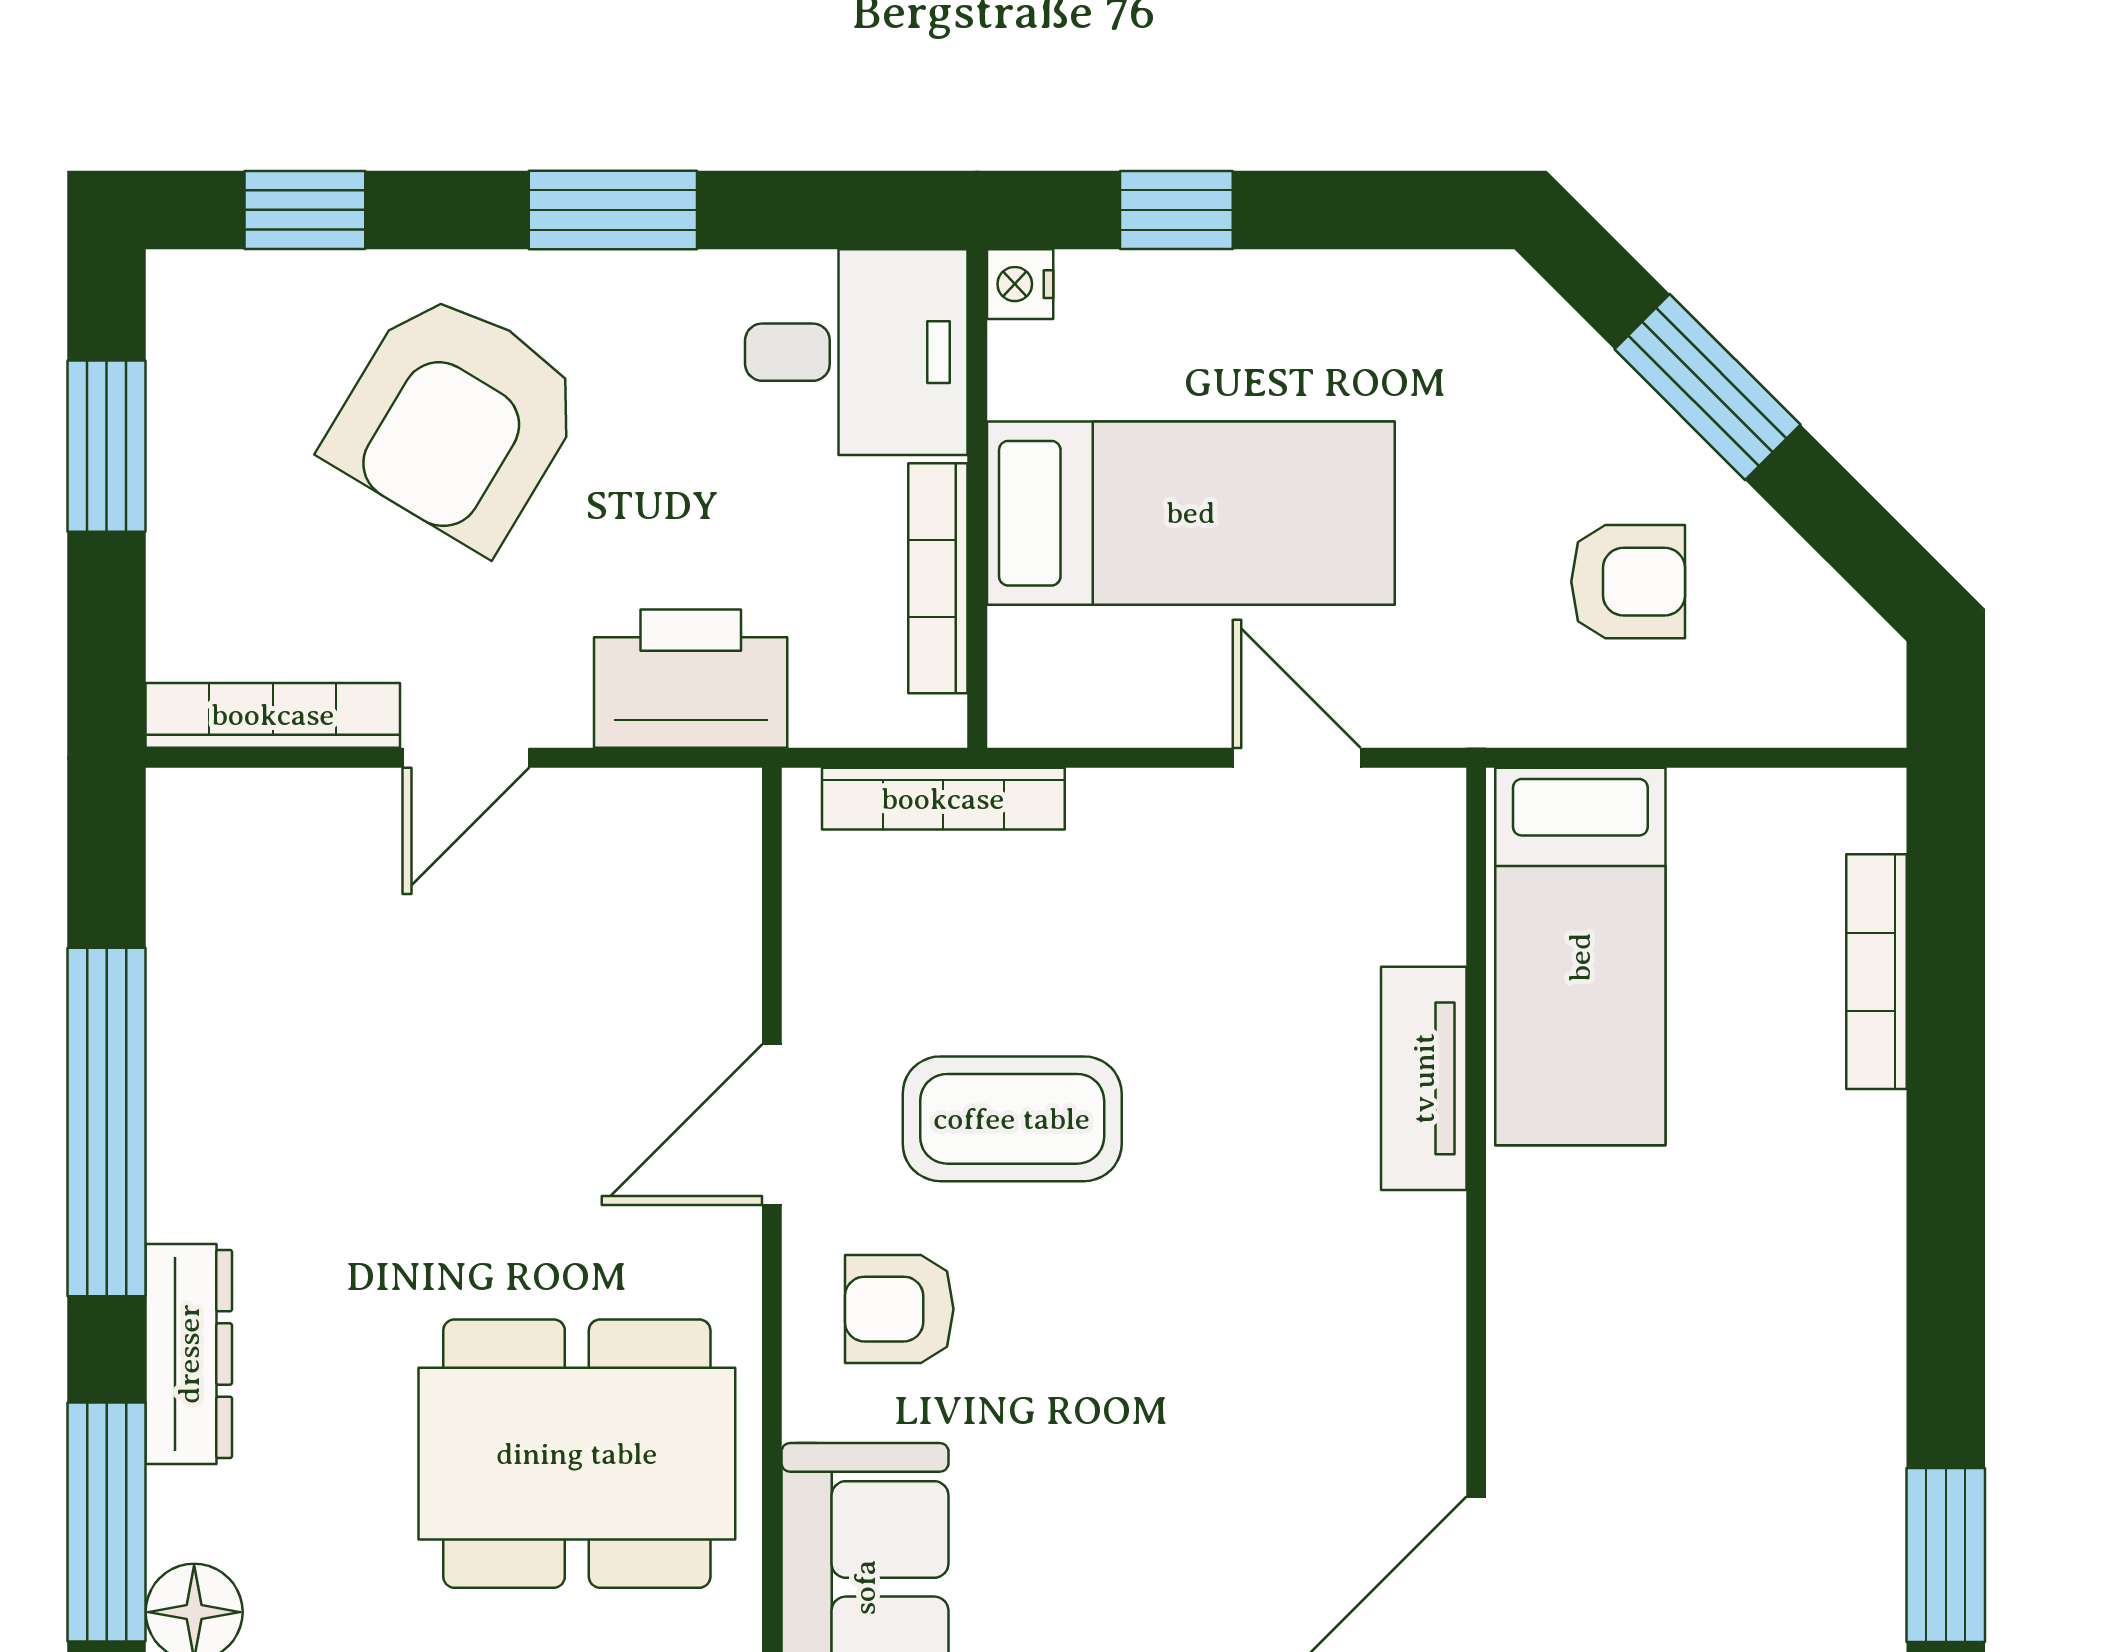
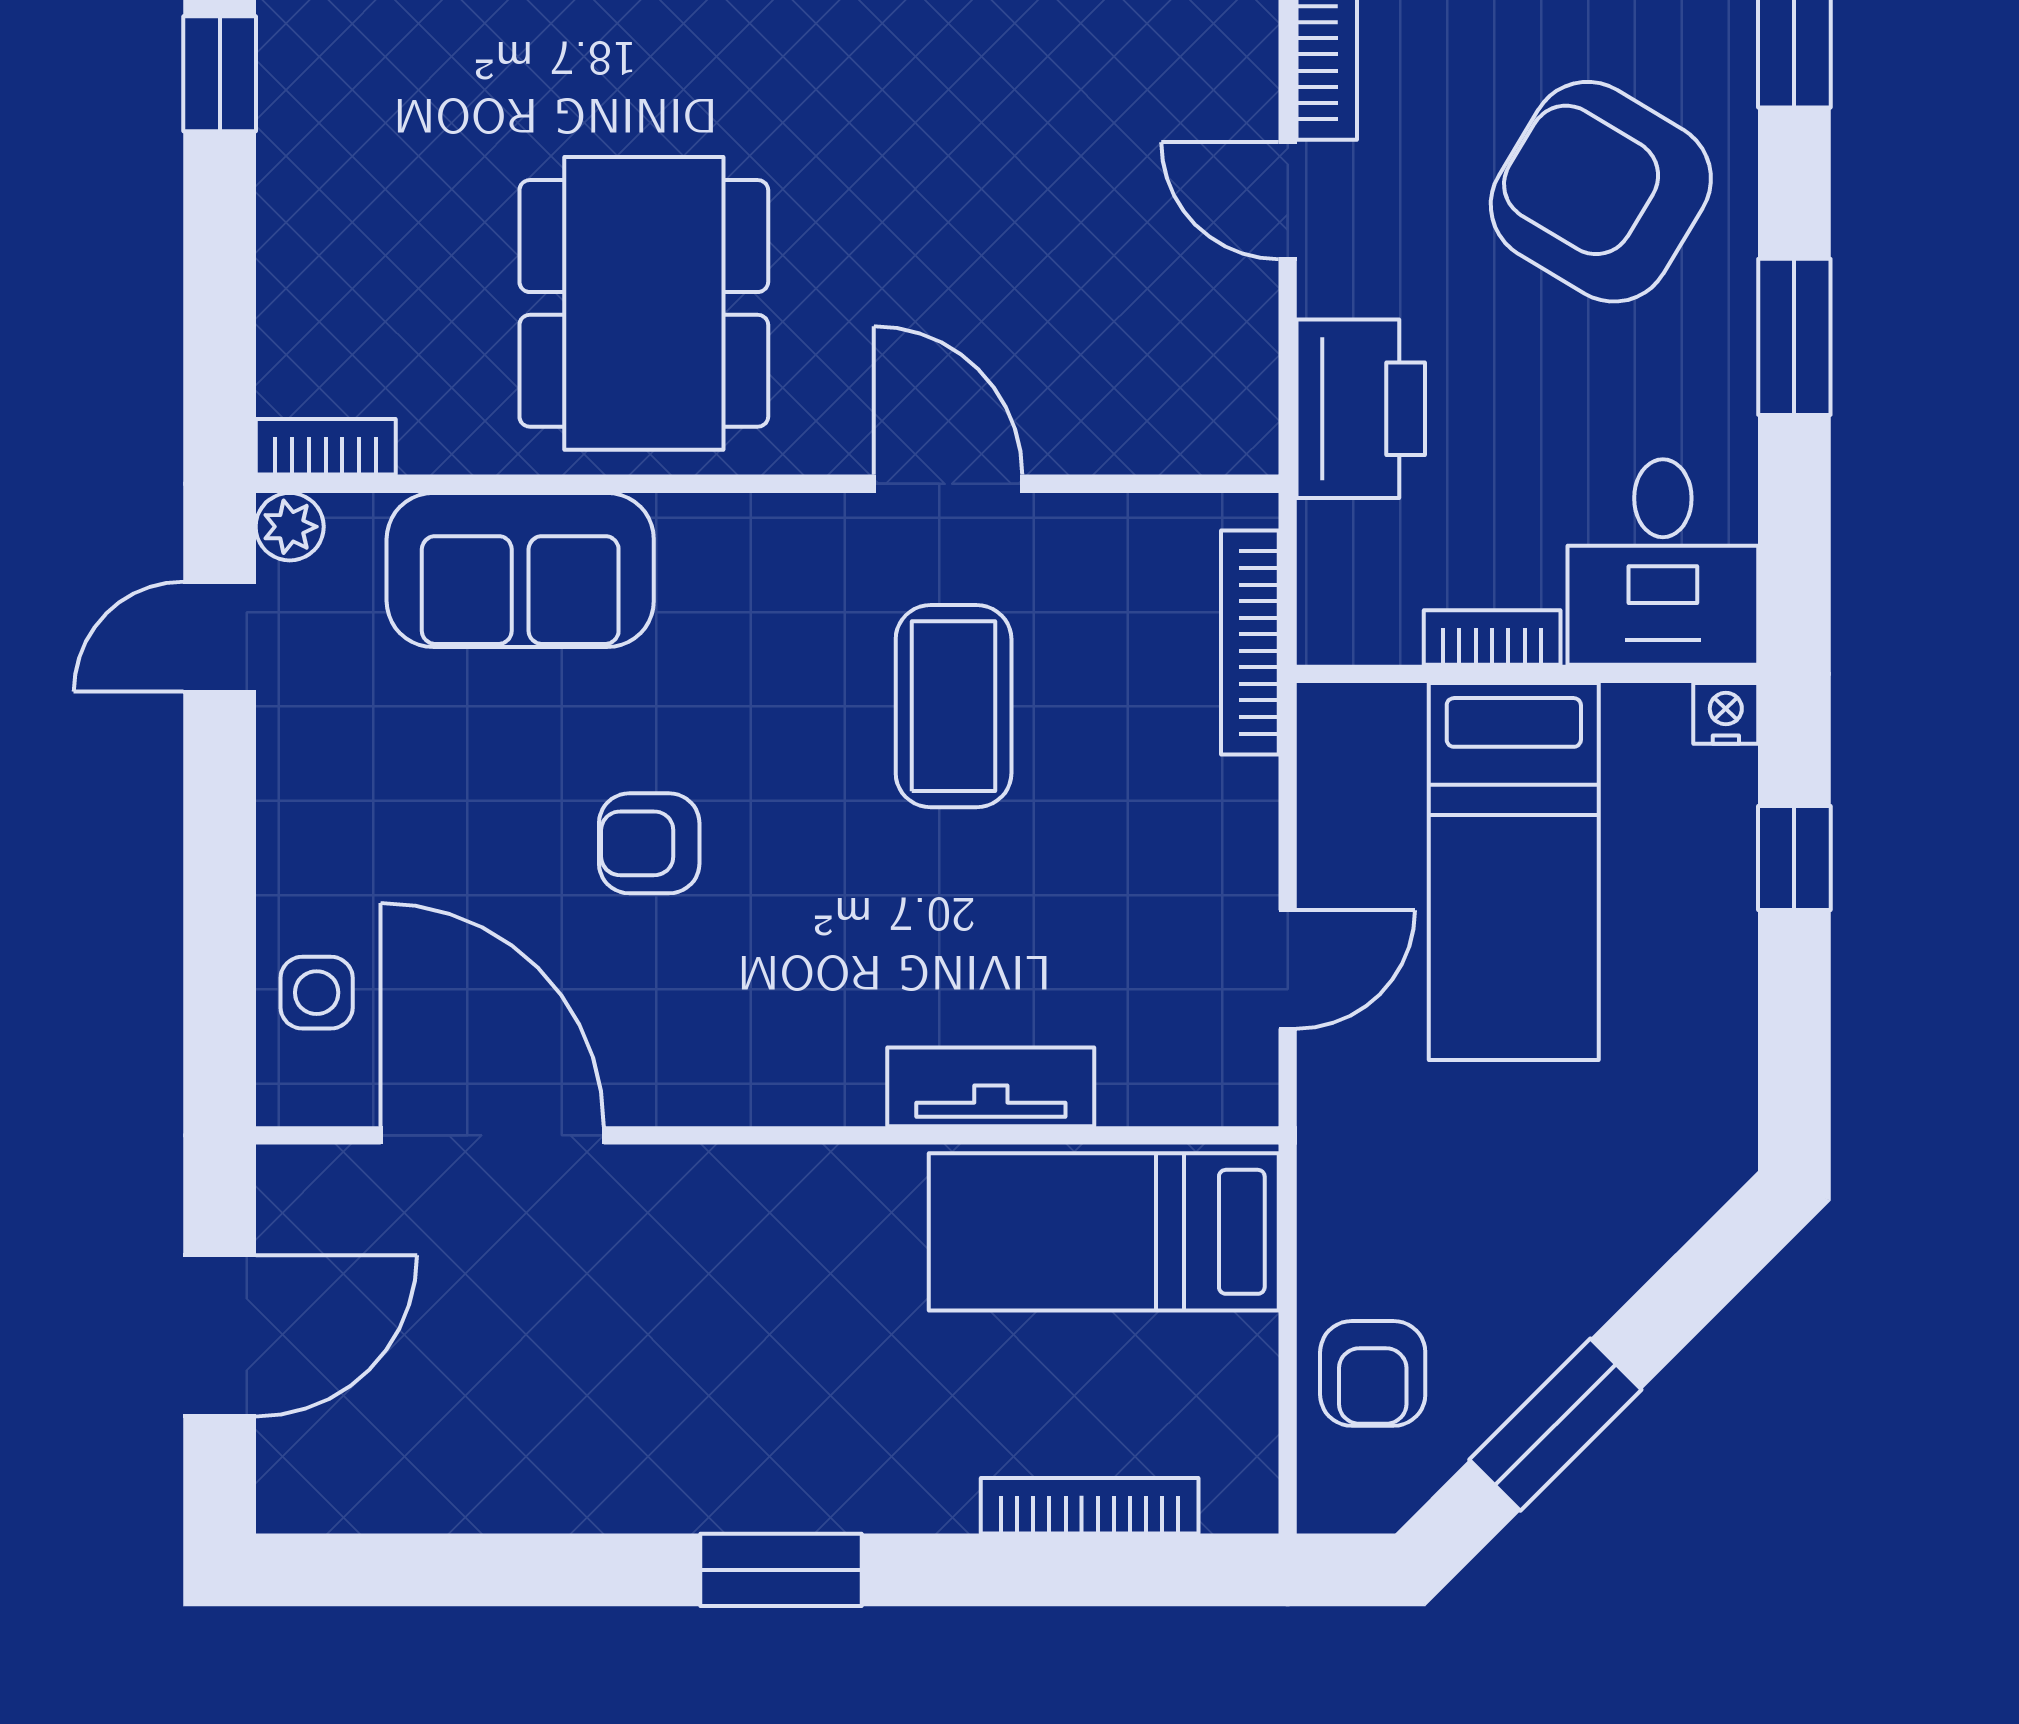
window: (1707, 387) -> (1555, 1425), moved
bookcase: (938, 578) -> (1492, 638), width x0.64
armchair: (1628, 582) -> (1373, 1373), moved
armchair: (899, 1309) -> (649, 843), moved, turned -90
window: (1946, 1555) -> (781, 1570), moved

